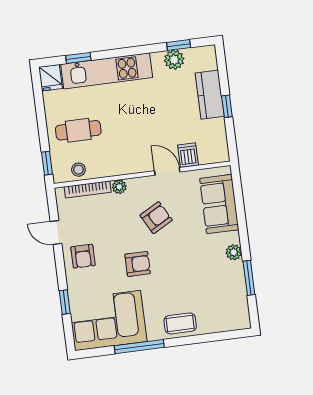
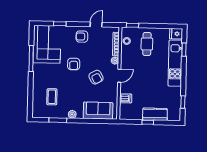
plant: (174, 60) -> (176, 99), removed
door: (167, 171) -> (119, 76), moved
coffee table: (180, 323) -> (52, 97), moved

